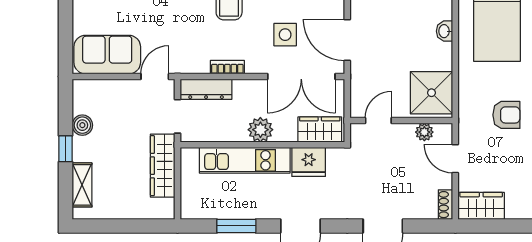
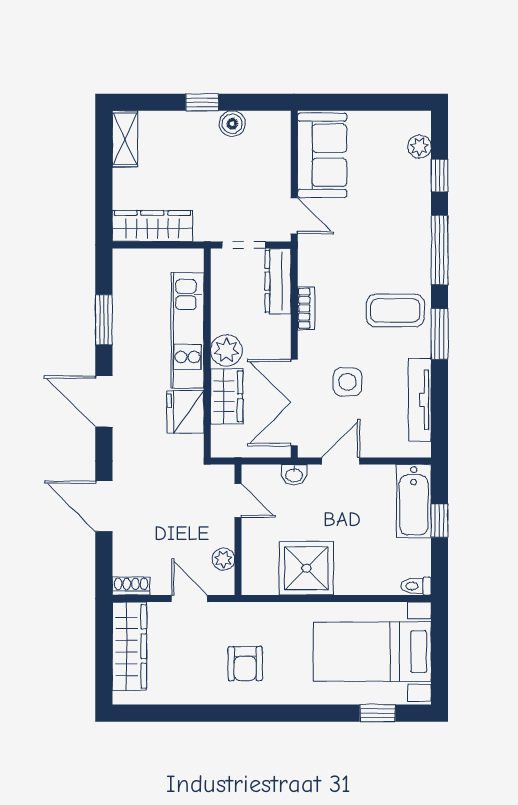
washbasin: (444, 31) -> (294, 475), moved, turned 180
door: (347, 40) -> (341, 461), width x0.73
shower: (431, 93) -> (306, 568), moved
wardrobe: (320, 130) -> (227, 396), moved
door: (455, 159) -> (190, 599), hinge flipped
wardrobe: (163, 166) -> (152, 226), moved
shelving: (82, 185) -> (125, 139), moved, turned 90
wardrobe: (481, 206) -> (129, 646), width x1.50

